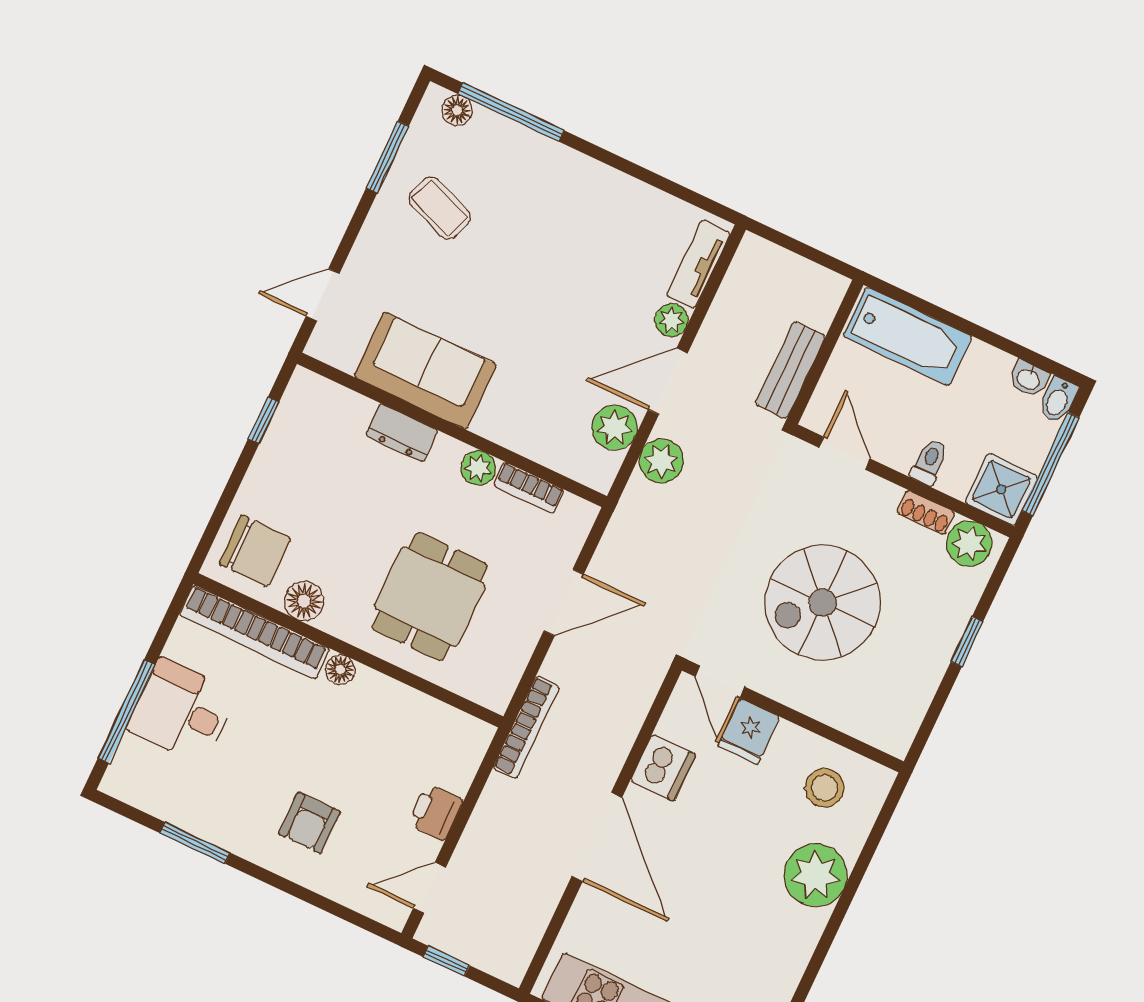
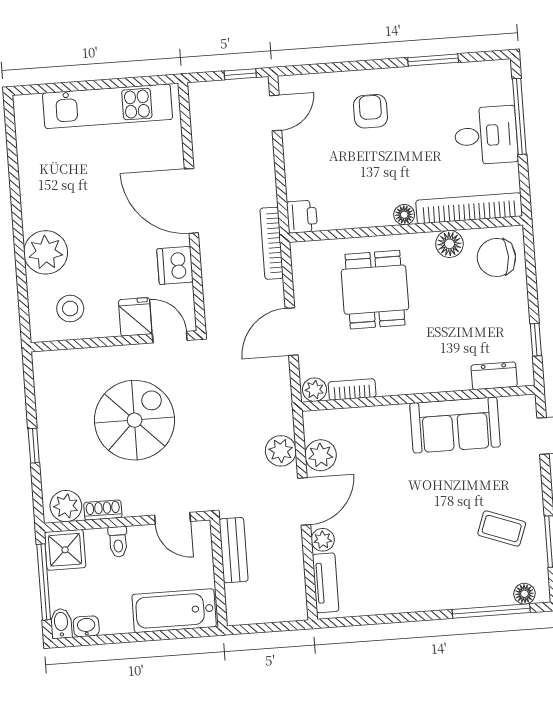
dresser: (402, 433) -> (494, 376), moved
plant: (478, 468) -> (314, 390), moved
printer: (435, 812) -> (302, 217), moved

